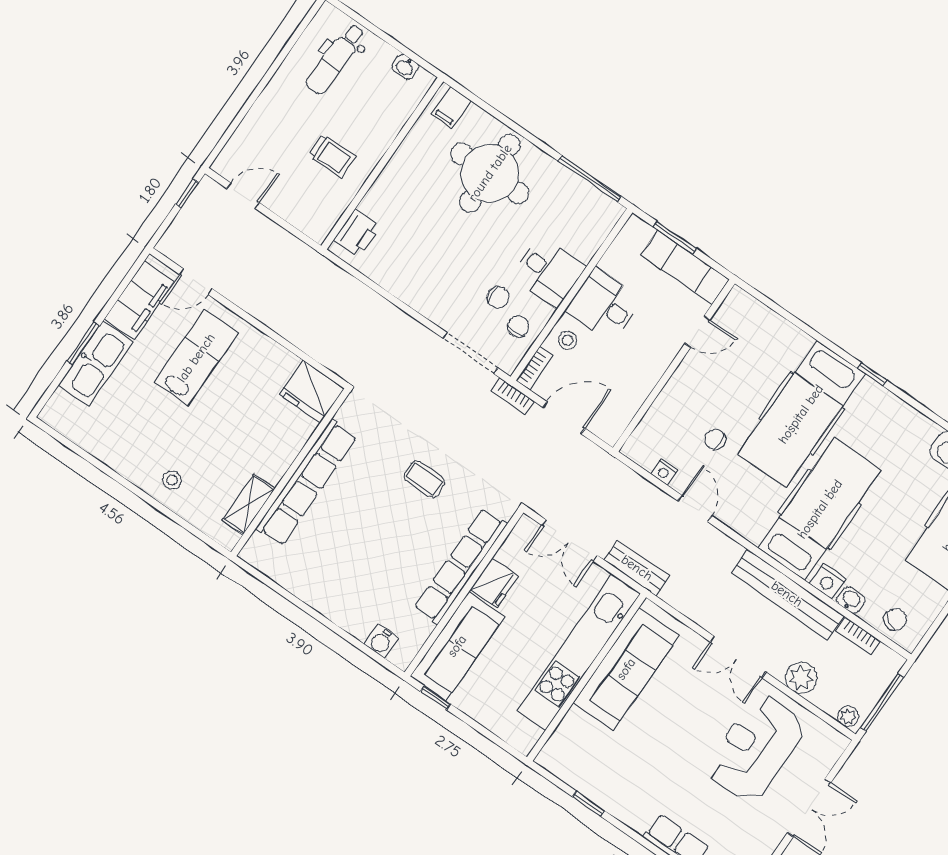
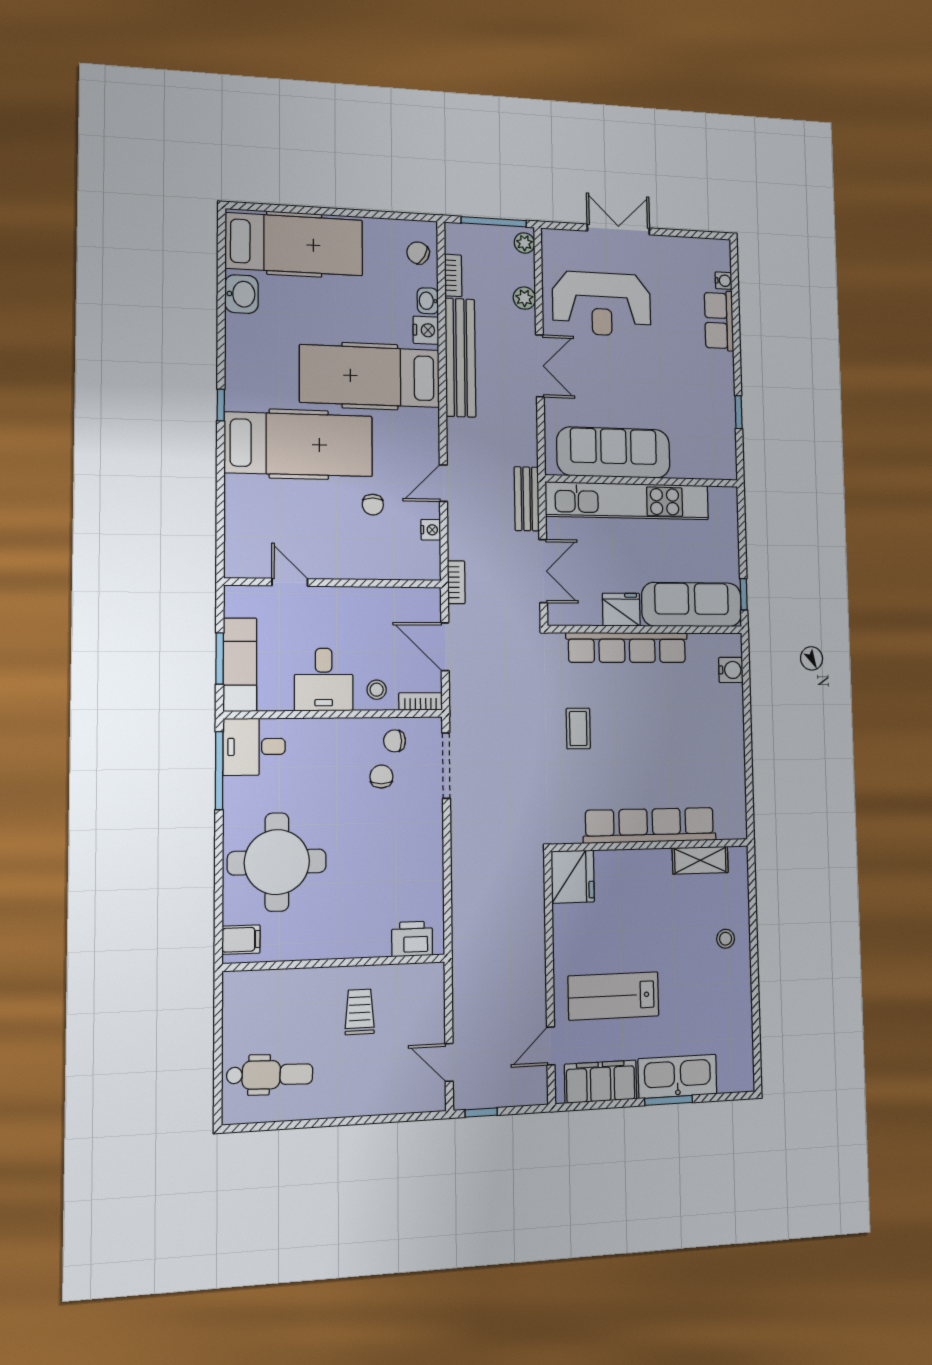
washbasin: (405, 67) -> (233, 1007), removed
exam couch: (685, 267) -> (240, 665), moved
desk: (549, 272) -> (254, 747), moved, turned -90
door: (196, 282) -> (551, 1046), swing flipped
bookcase: (512, 396) -> (456, 582), moved
plant: (801, 678) -> (524, 298), width x0.73, depth x0.73

